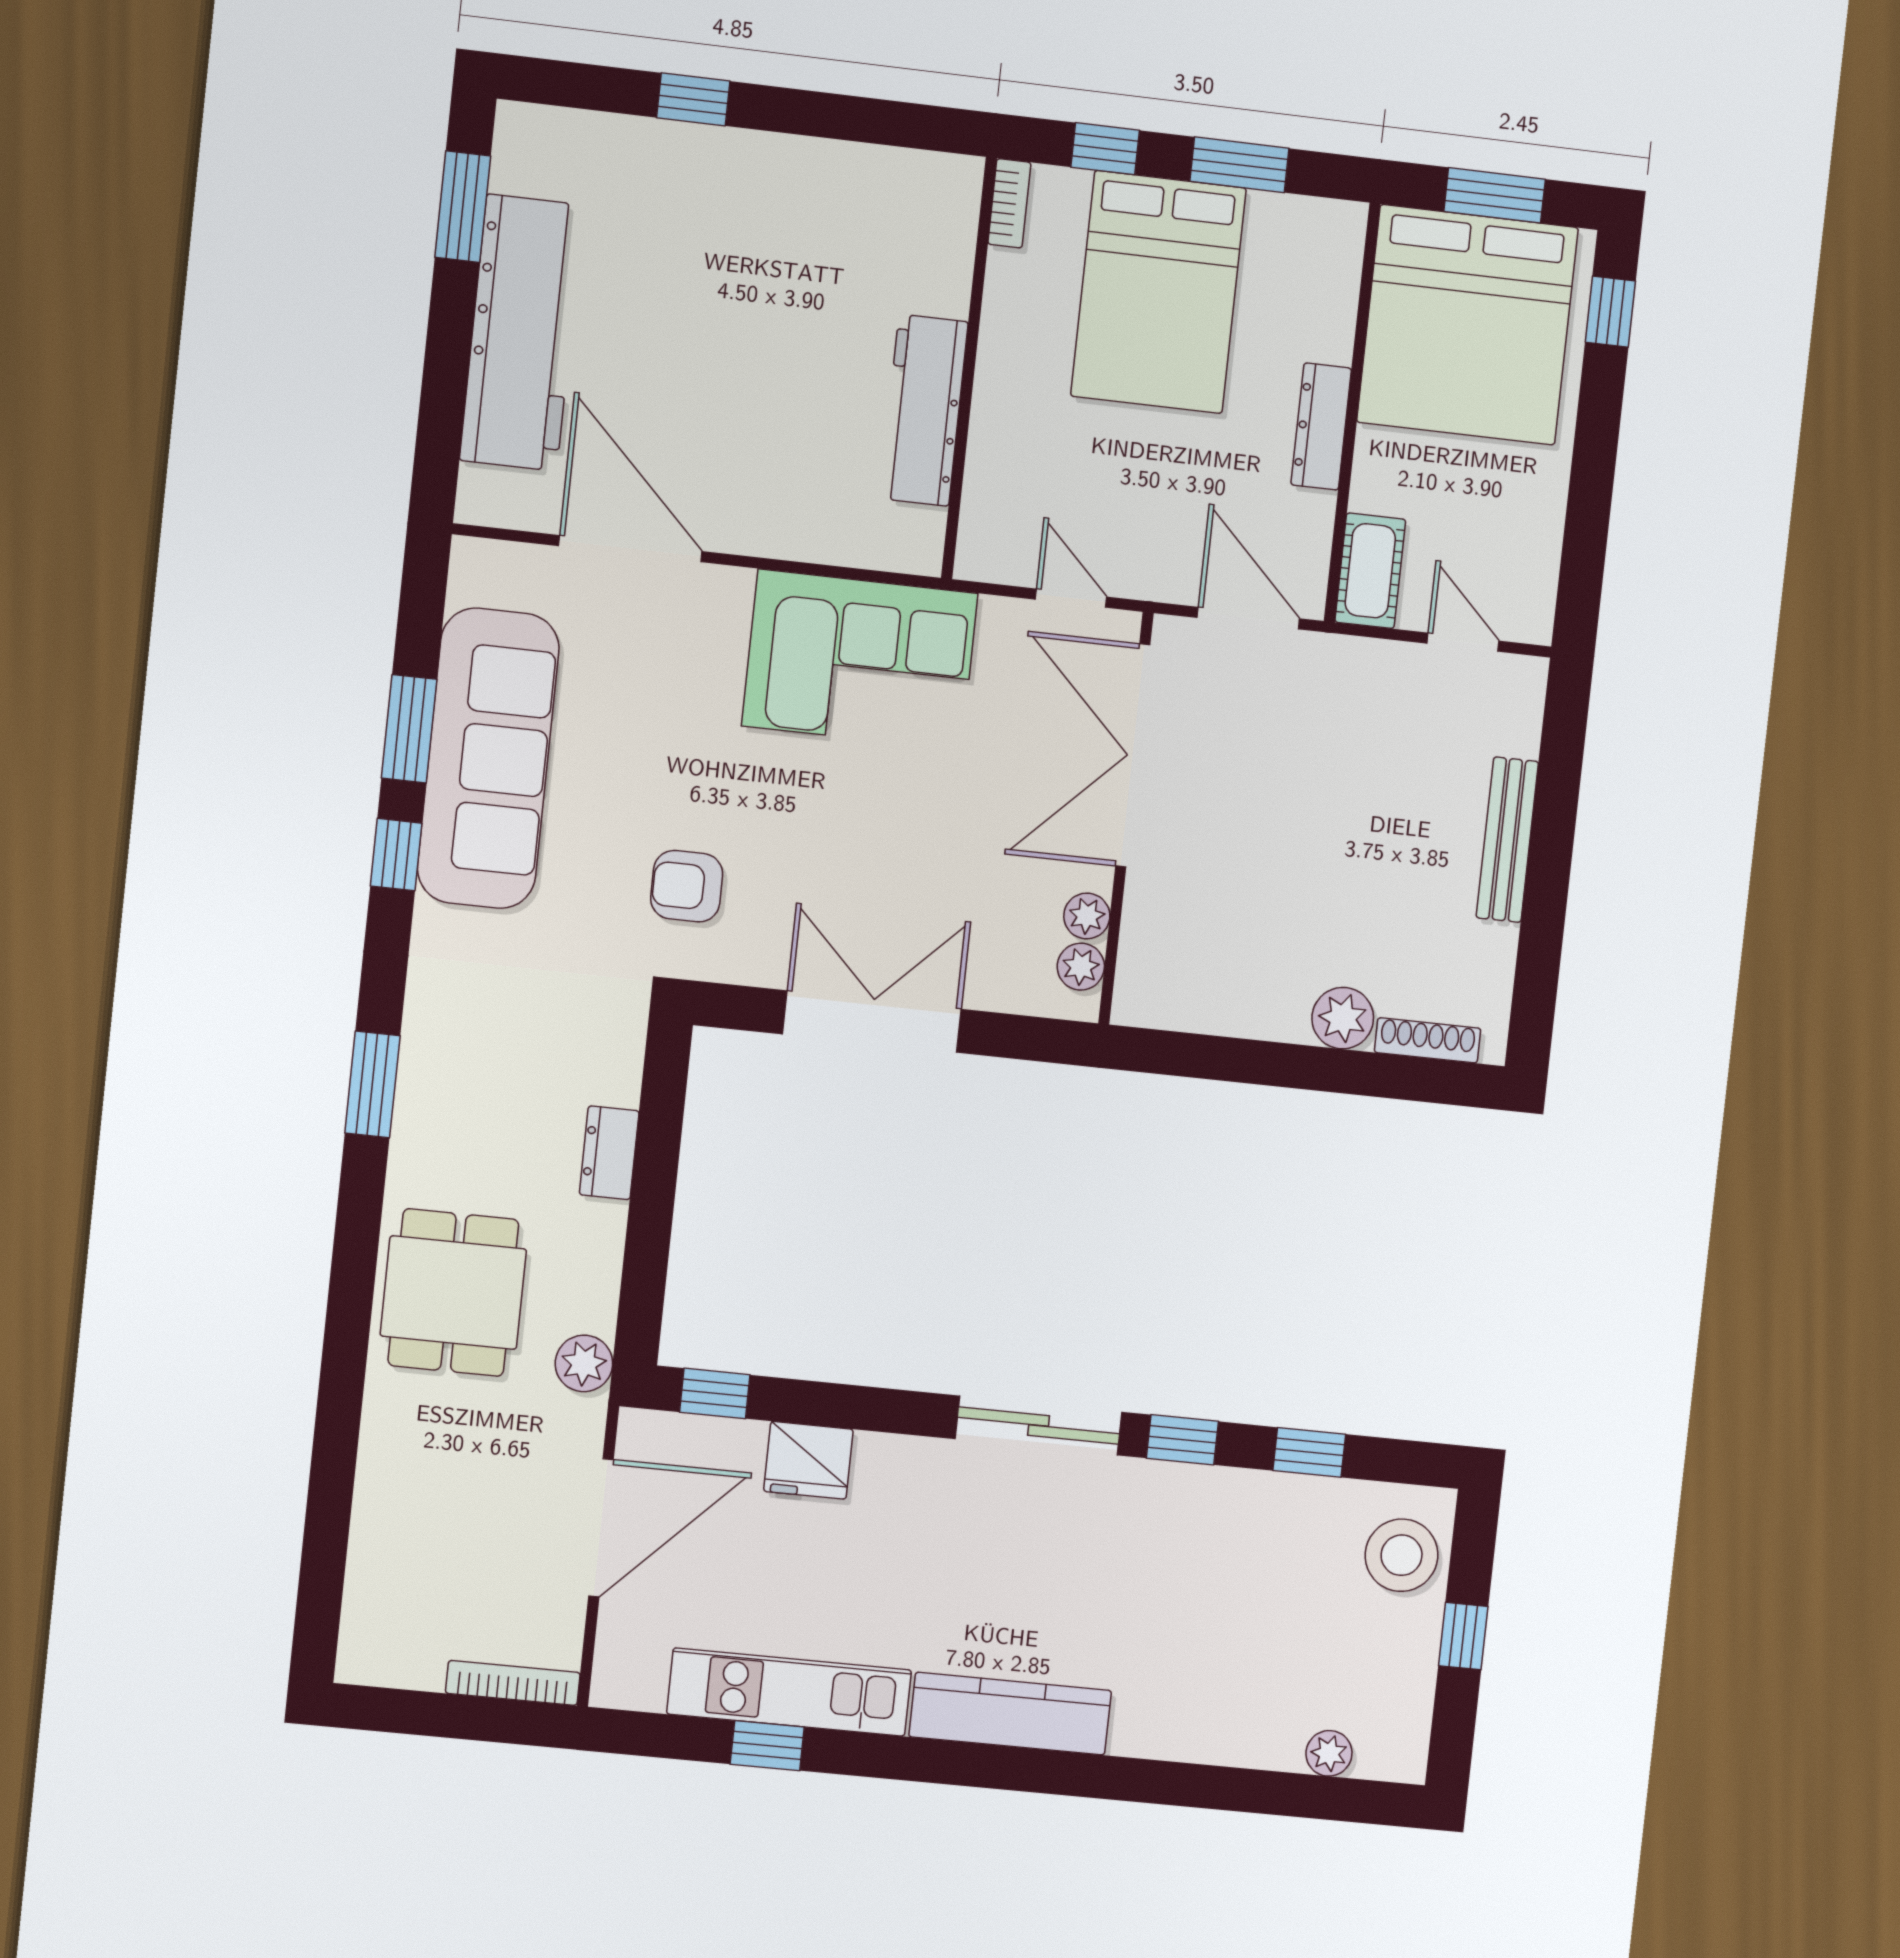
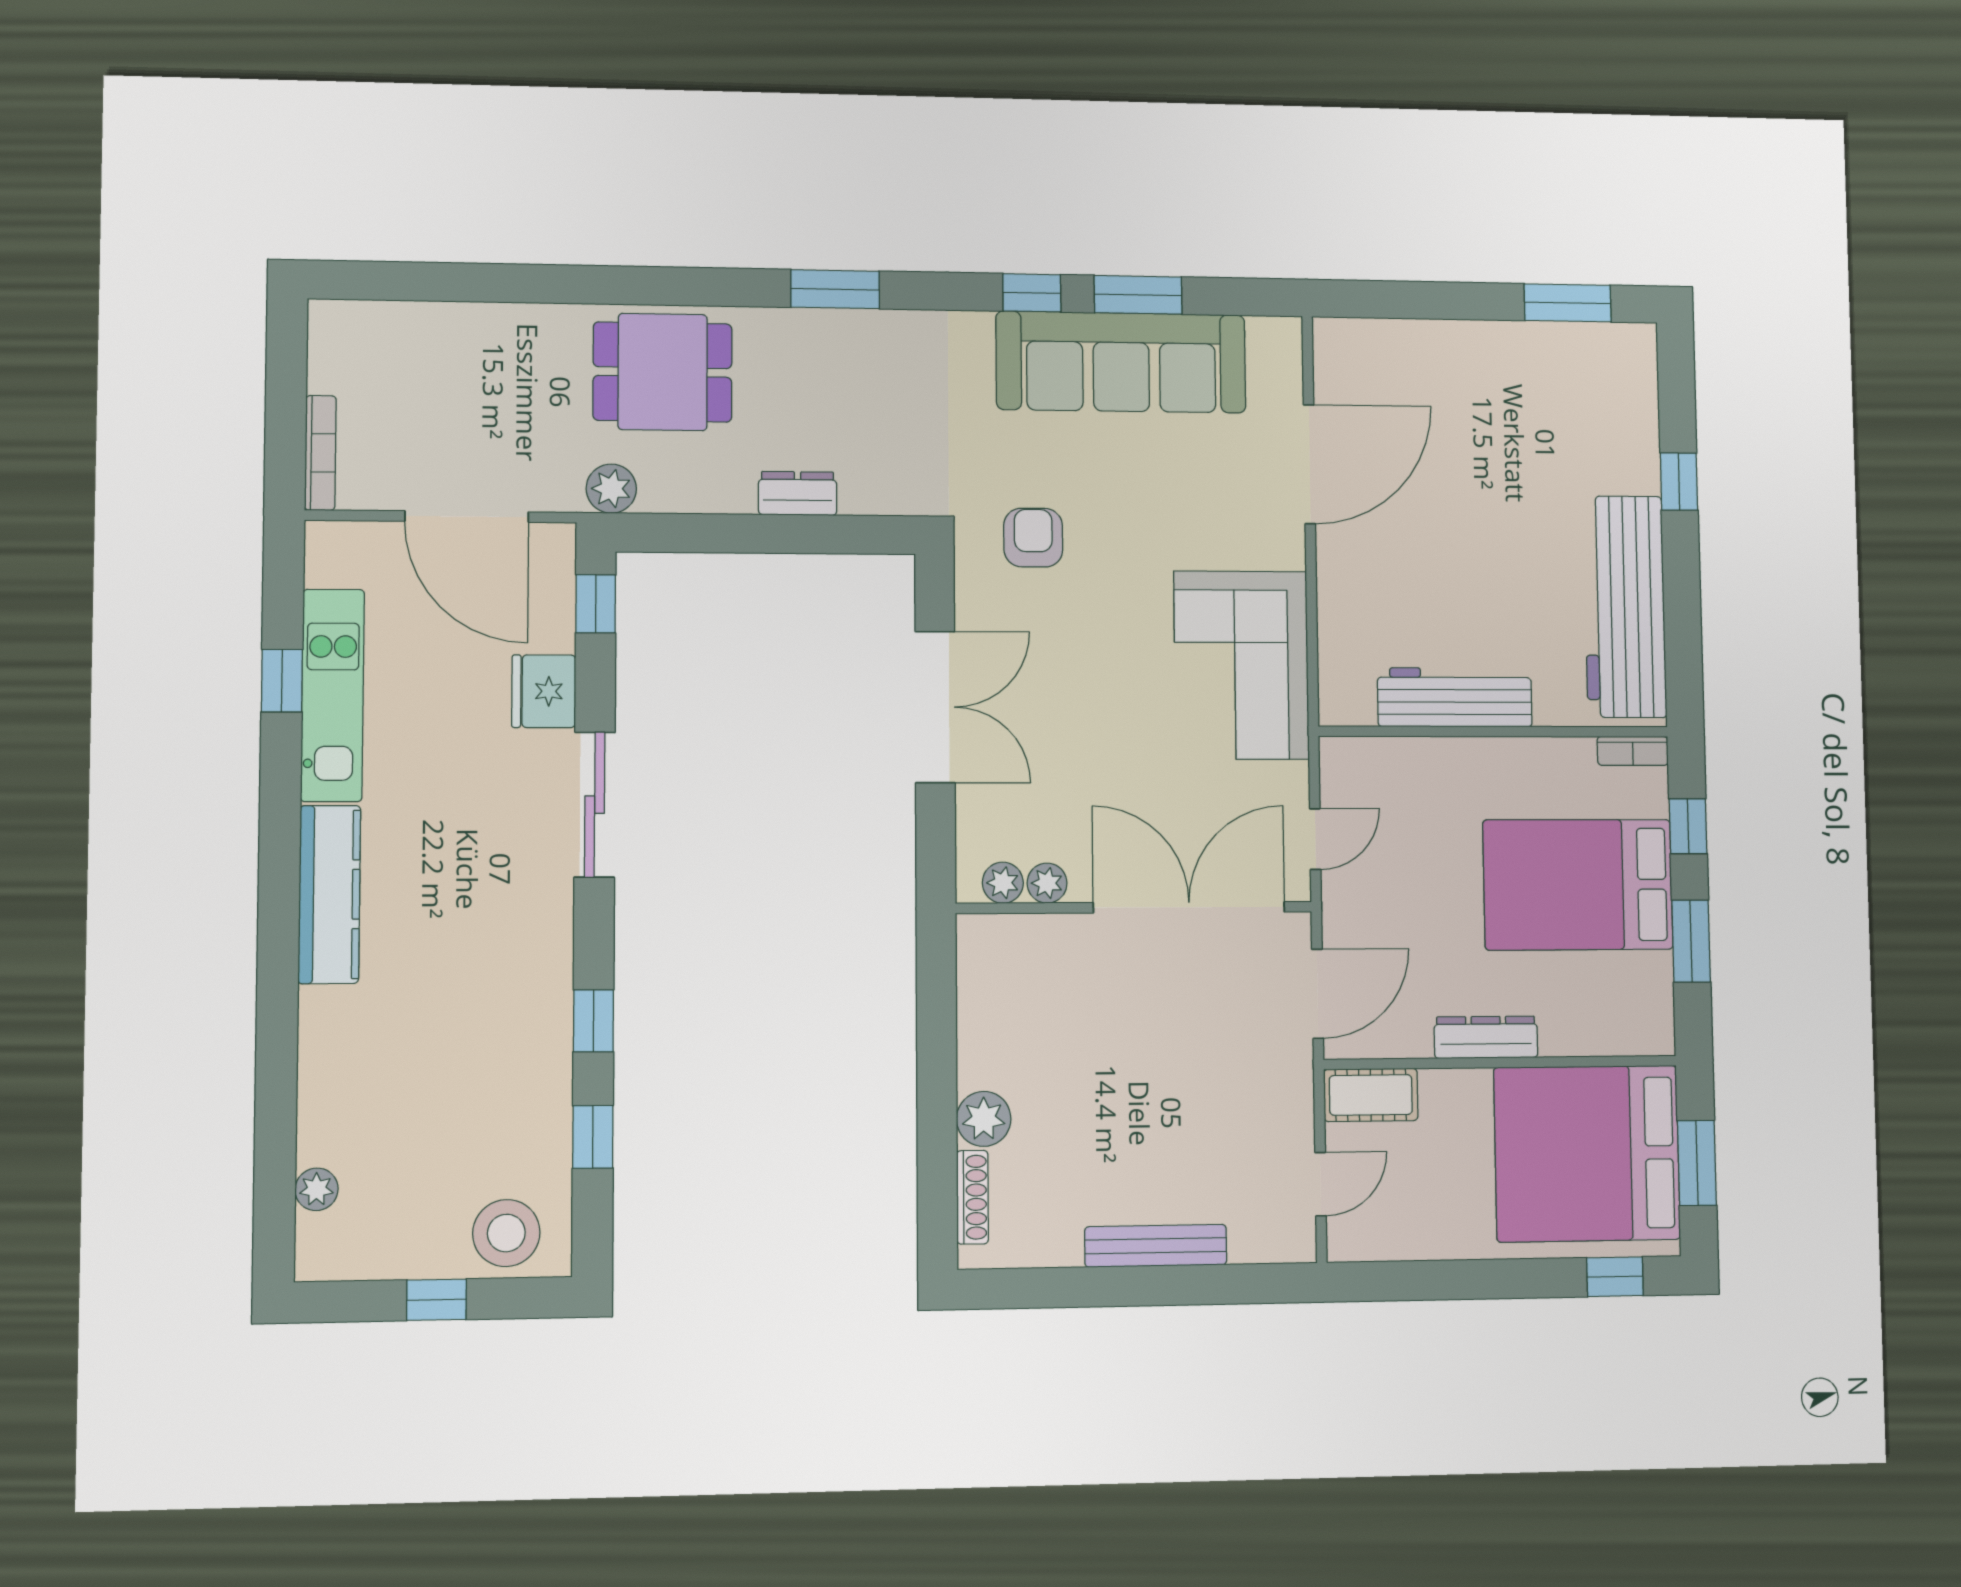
workbench: (522, 333) -> (1625, 607), moved, turned 90
sliding door: (1039, 1426) -> (595, 805), moved

